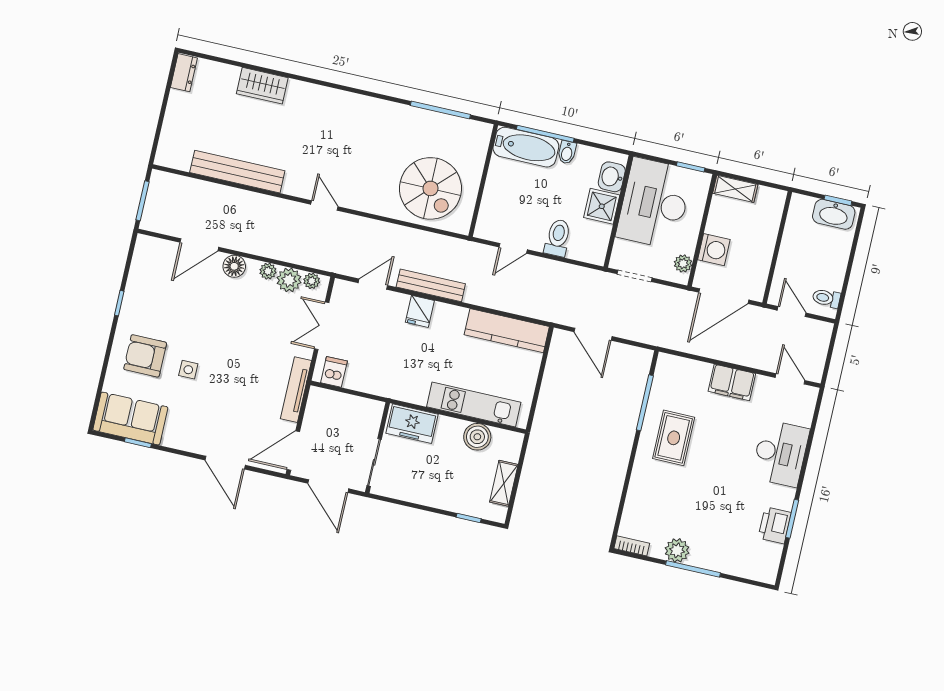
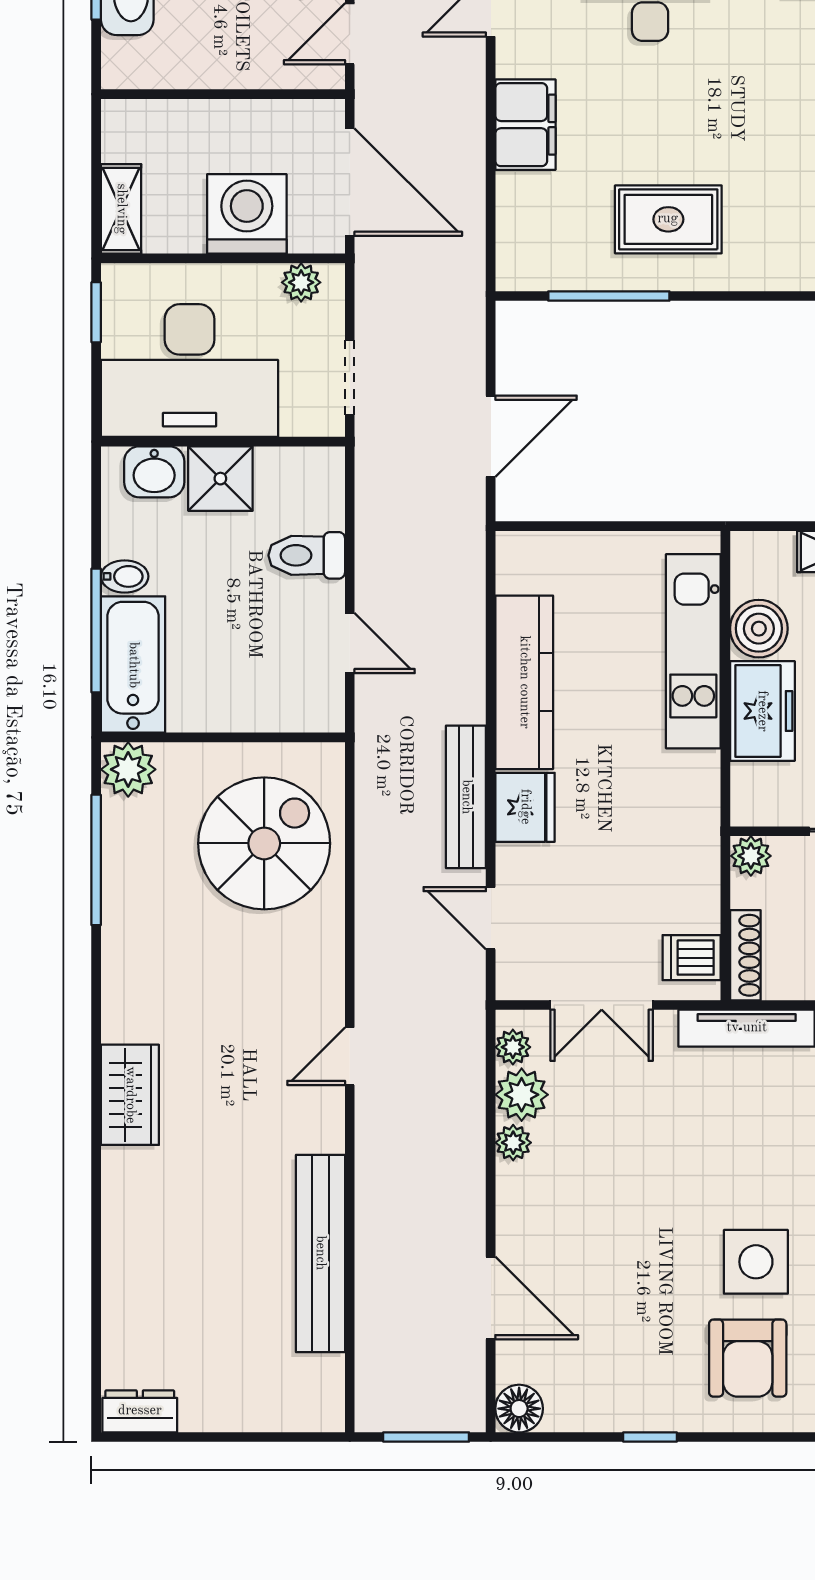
wardrobe: (262, 86) -> (130, 1095), moved
plant: (478, 134) -> (128, 769), added
washing machine: (714, 250) -> (247, 214), width x1.37, depth x1.37
floor lamp: (234, 266) -> (519, 1409), moved
fridge: (420, 311) -> (525, 807), width x1.38
kitchen counter: (507, 331) -> (524, 682), moved
side table: (188, 370) -> (756, 1262), width x1.87, depth x1.87
shoe rack: (329, 397) -> (745, 955), added
plant: (374, 410) -> (751, 856), added
freezer: (412, 424) -> (762, 711), moved

